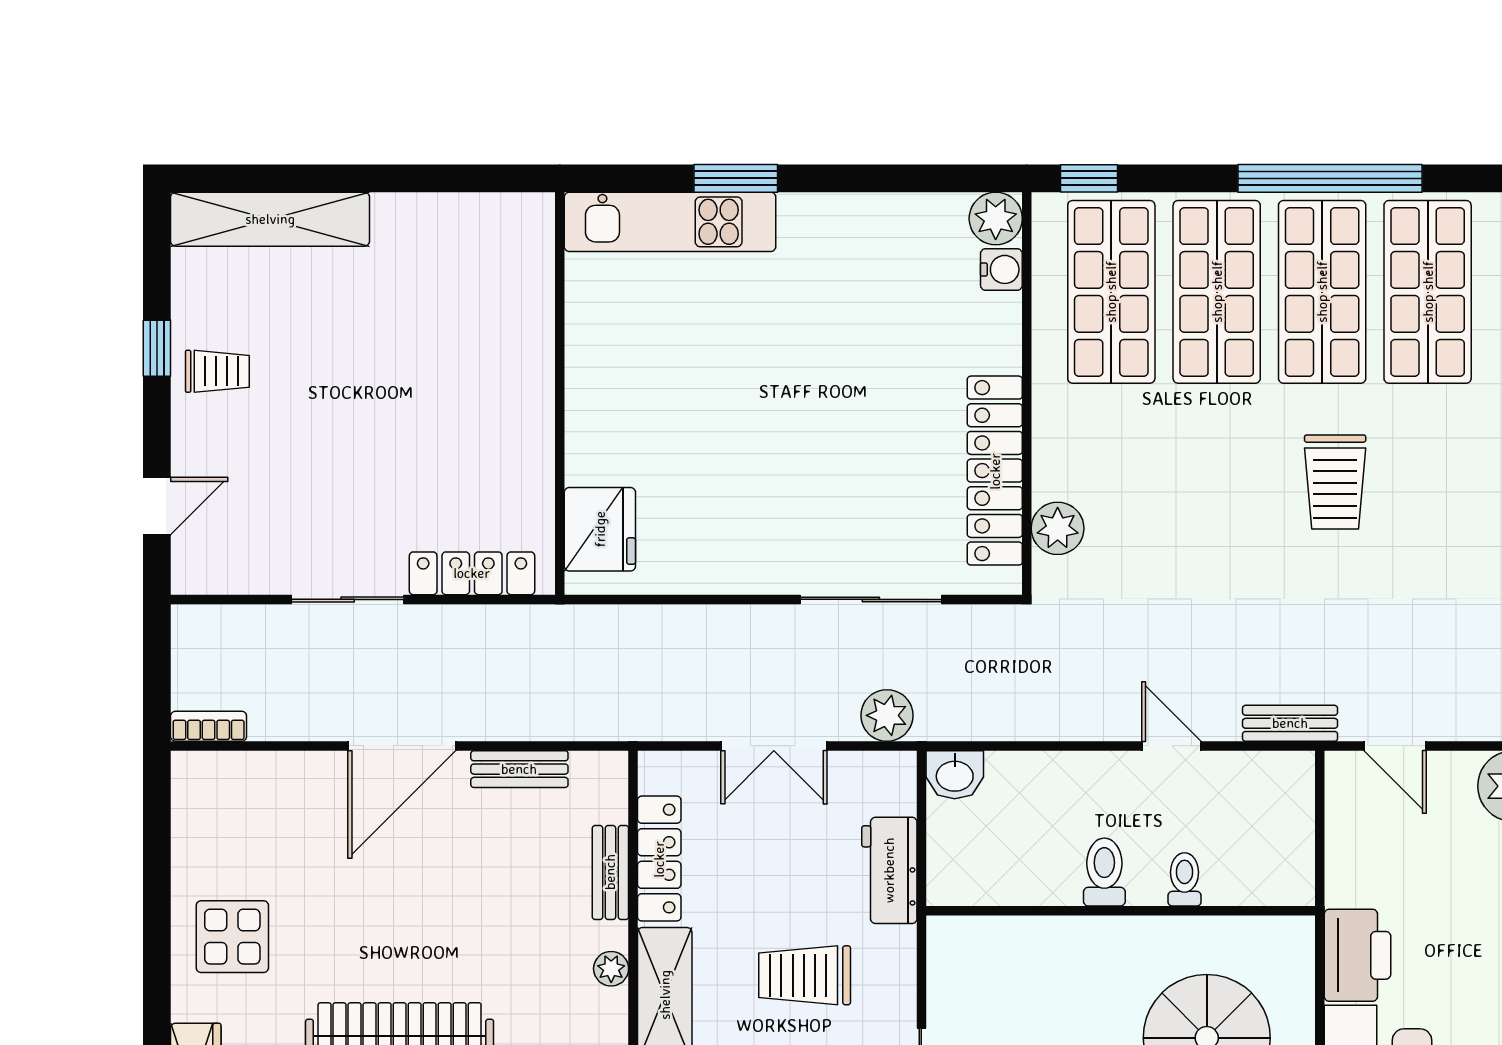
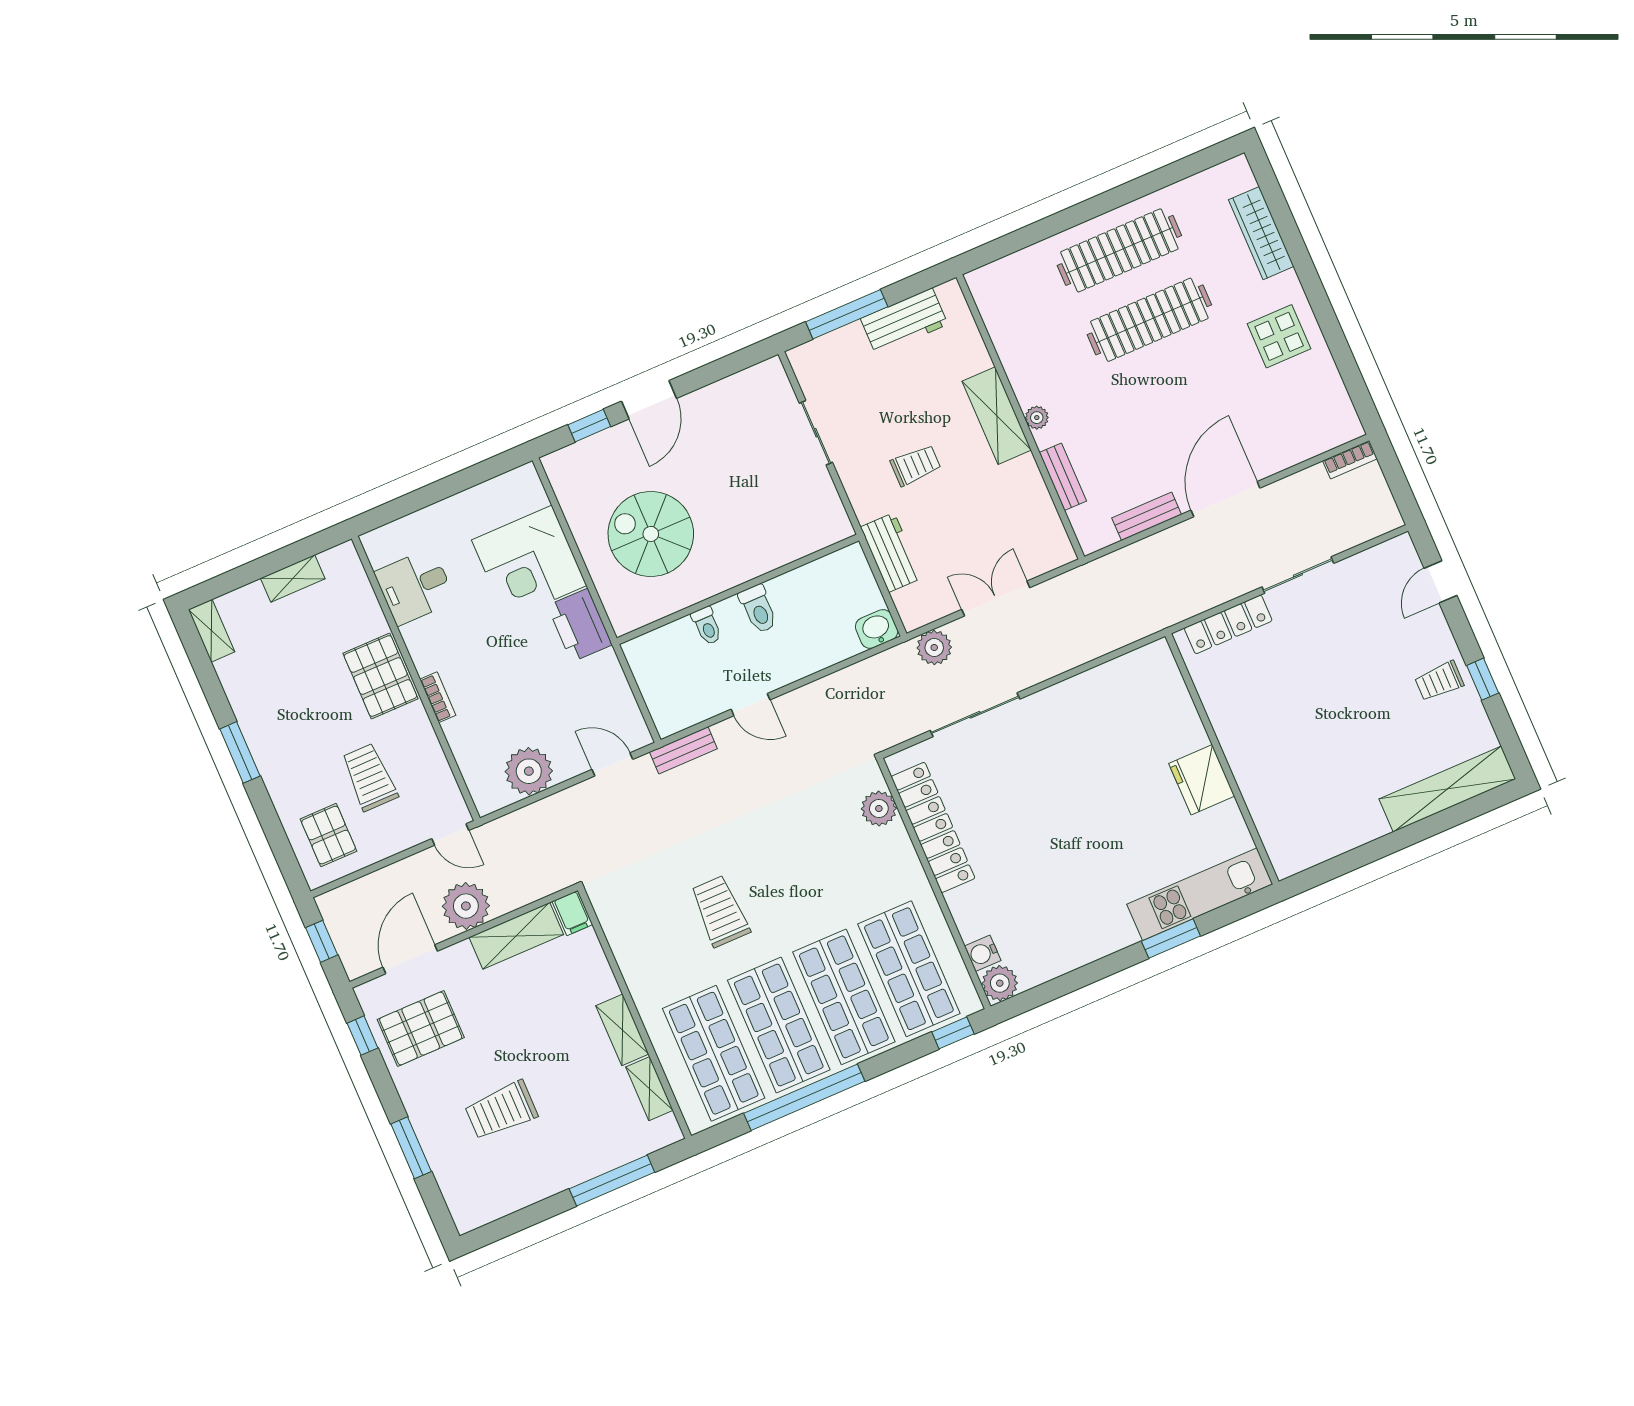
fridge: (600, 529) -> (1202, 780), moved
locker: (659, 859) -> (1037, 498), removed
trolley: (805, 975) -> (916, 465), width x0.73, depth x0.72

